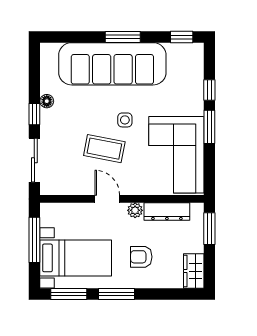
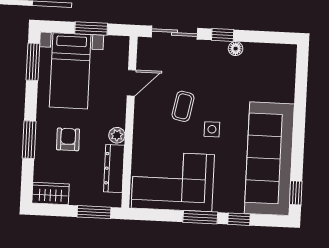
window: (123, 37) -> (299, 131), removed
sofa: (112, 64) -> (269, 159), moved
coffee table: (104, 149) -> (183, 106), width x0.73, depth x0.77
door: (107, 199) -> (131, 83), moved
window: (34, 240) -> (91, 29), width x0.69
window: (117, 294) -> (29, 140), moved

